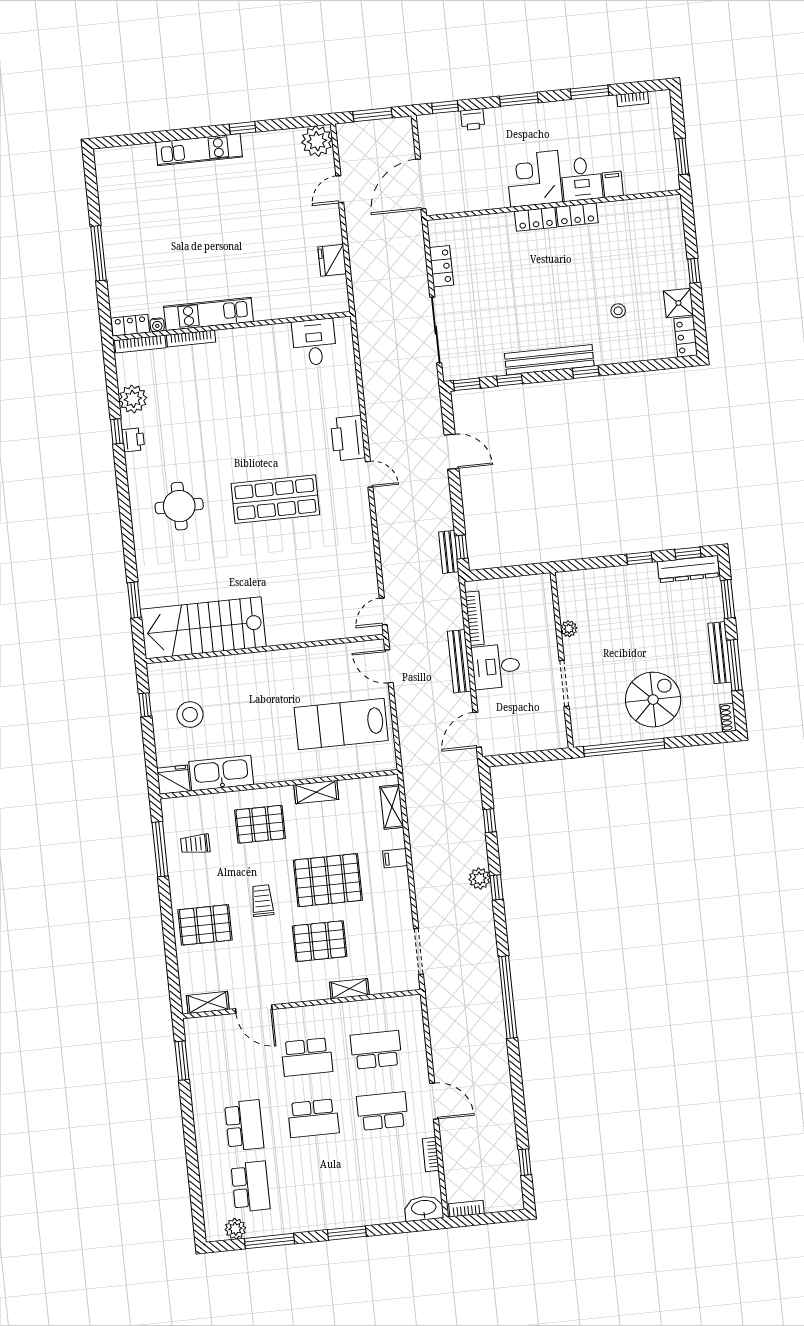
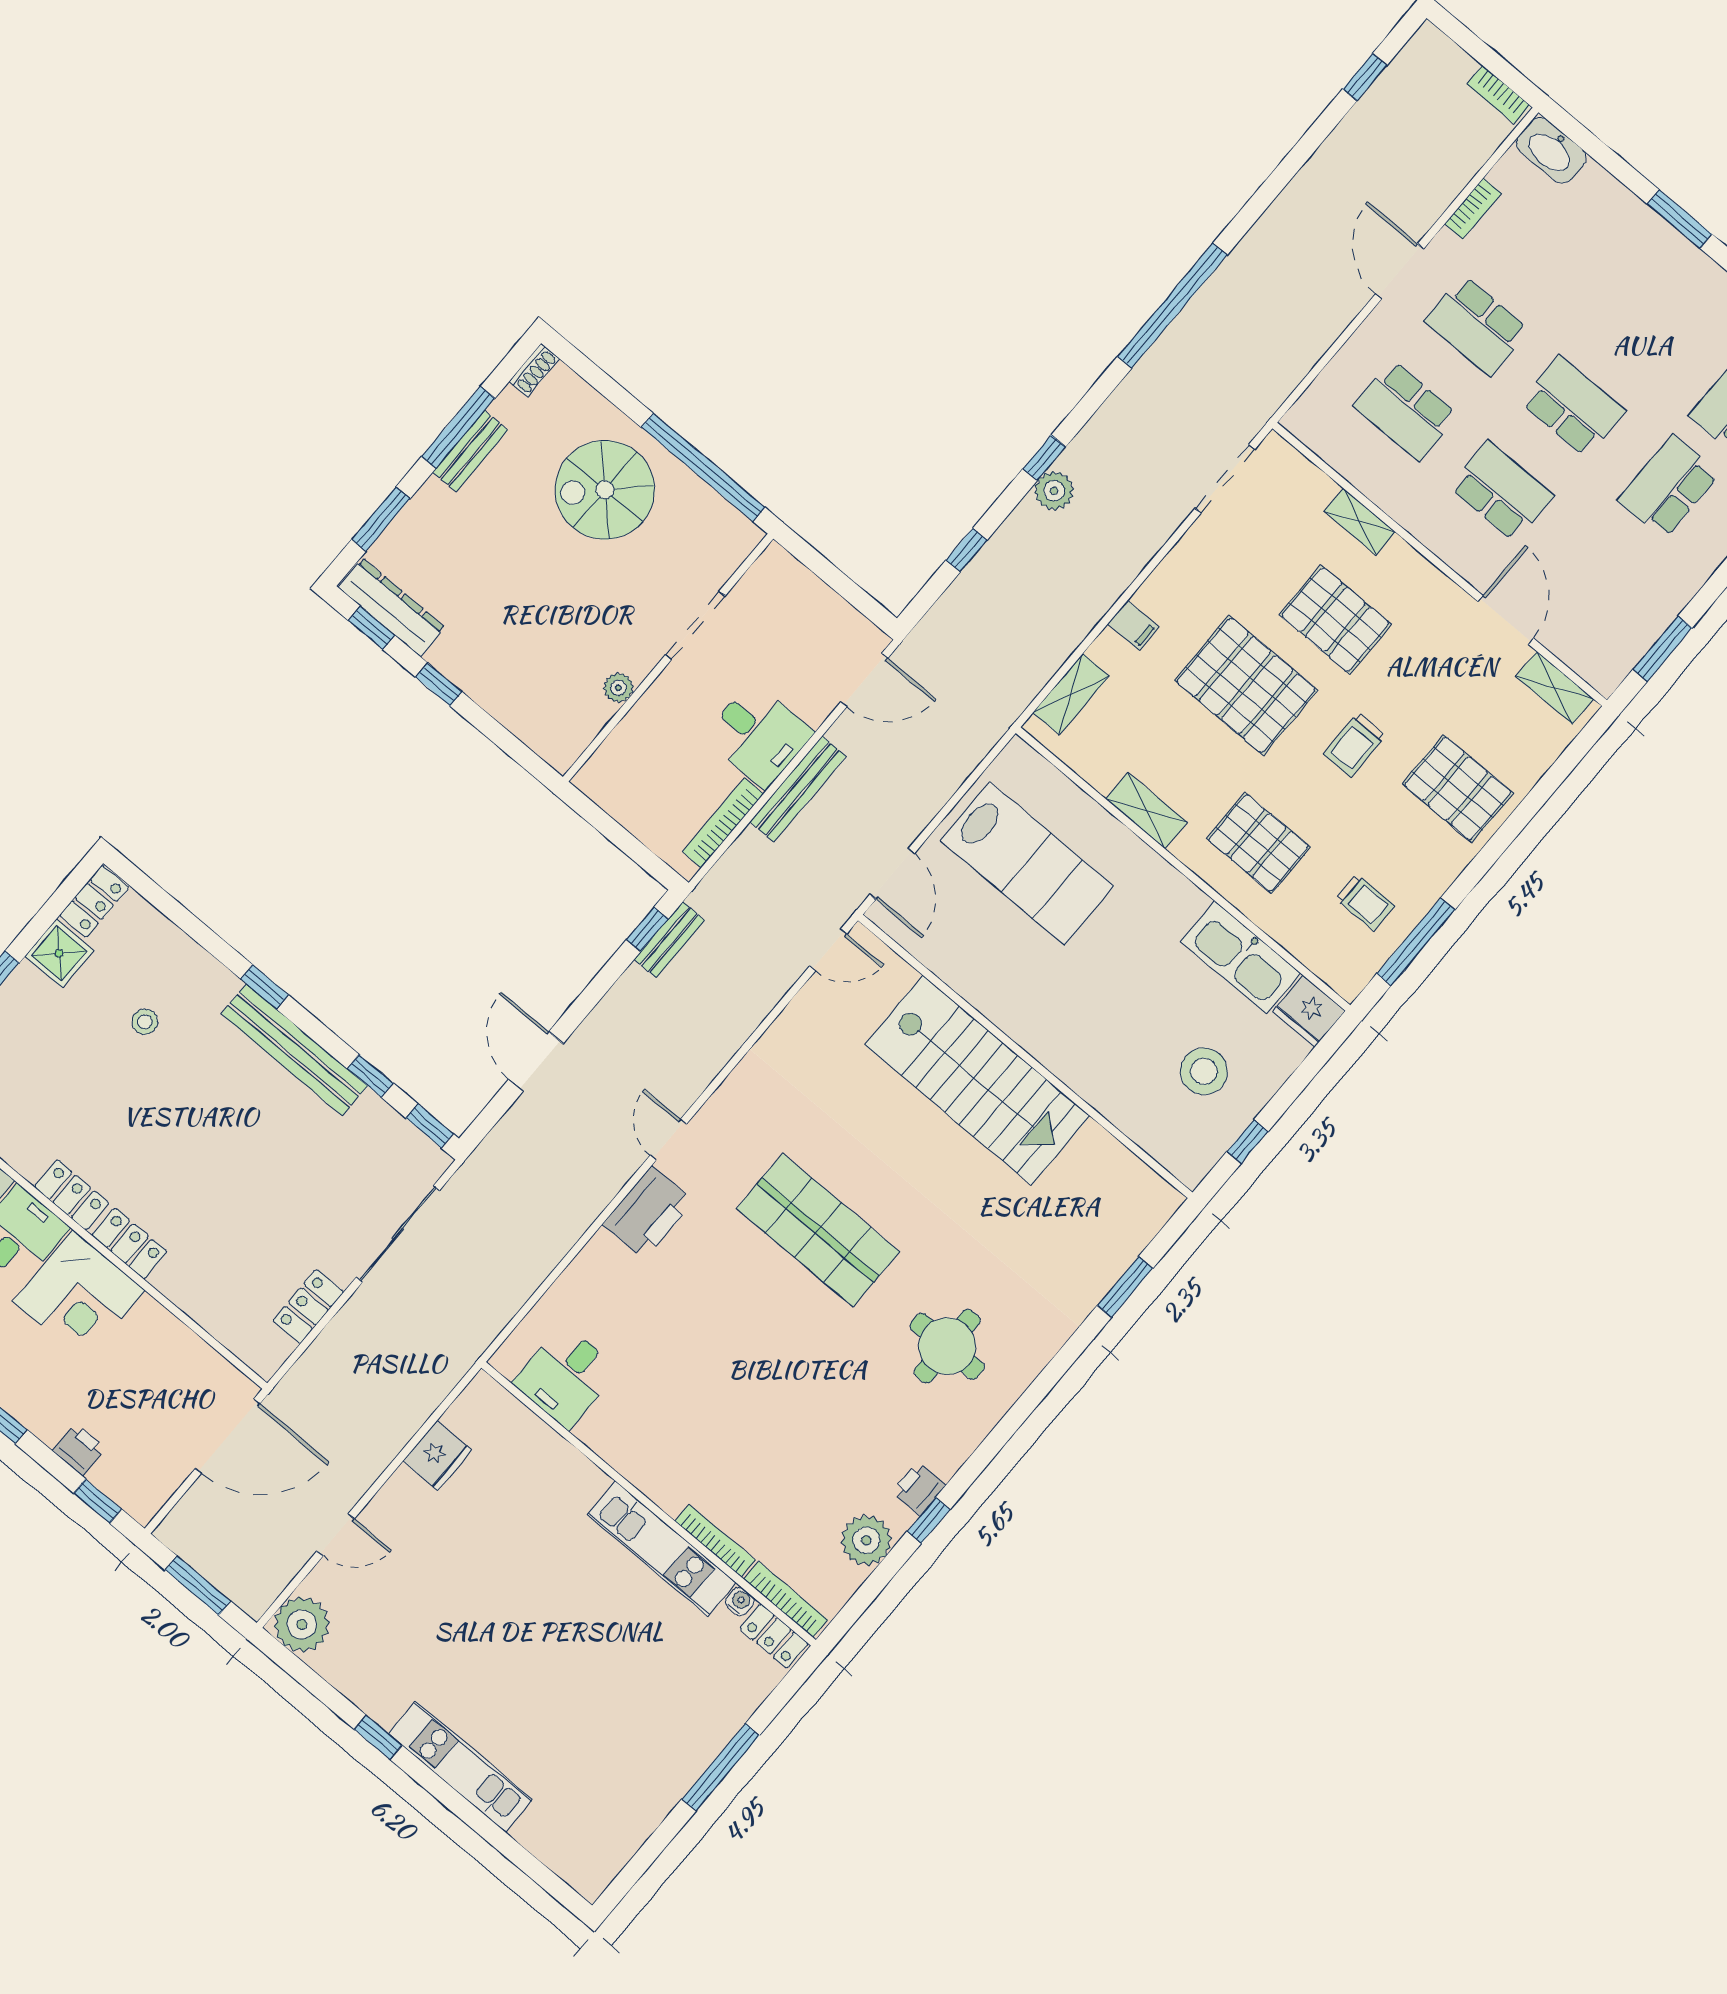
stairs: (203, 628) -> (977, 1080), moved
bench: (720, 653) -> (470, 451), width x0.73

